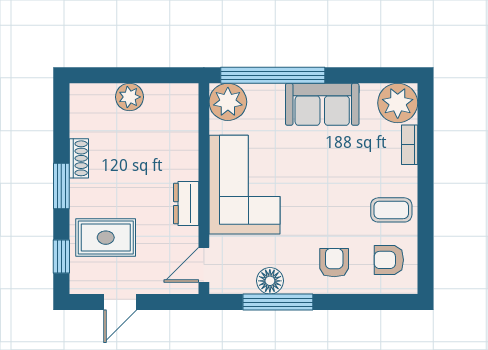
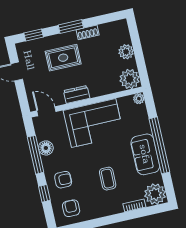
window: (273, 75) -> (159, 145), moved
plant: (180, 102) -> (130, 79), added
plant: (228, 102) -> (139, 99), width x0.53, depth x0.53
coffee table: (391, 210) -> (108, 179), moved
rug: (106, 238) -> (63, 58), moved, turned 90
window: (351, 302) -> (44, 193), added

